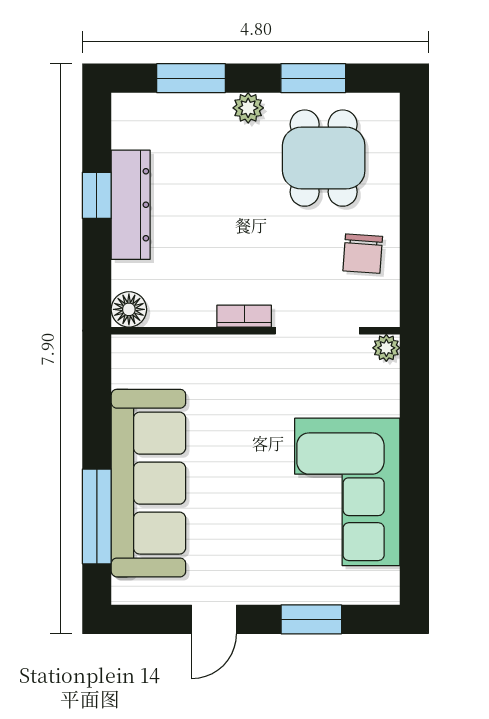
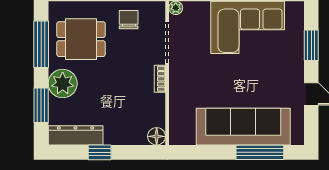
window: (313, 78) -> (41, 44), width x1.44
plant: (248, 108) -> (63, 84), width x1.88, depth x1.88
dresser: (131, 205) -> (76, 135), moved
chair: (363, 254) -> (129, 20), turned -94

